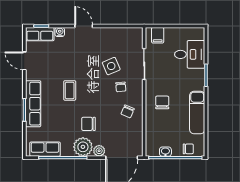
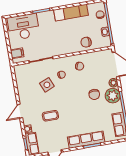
desk: (190, 54) -> (23, 27), width x1.37
coffee table: (70, 90) -> (50, 116), moved
chair: (162, 102) -> (86, 42), moved

